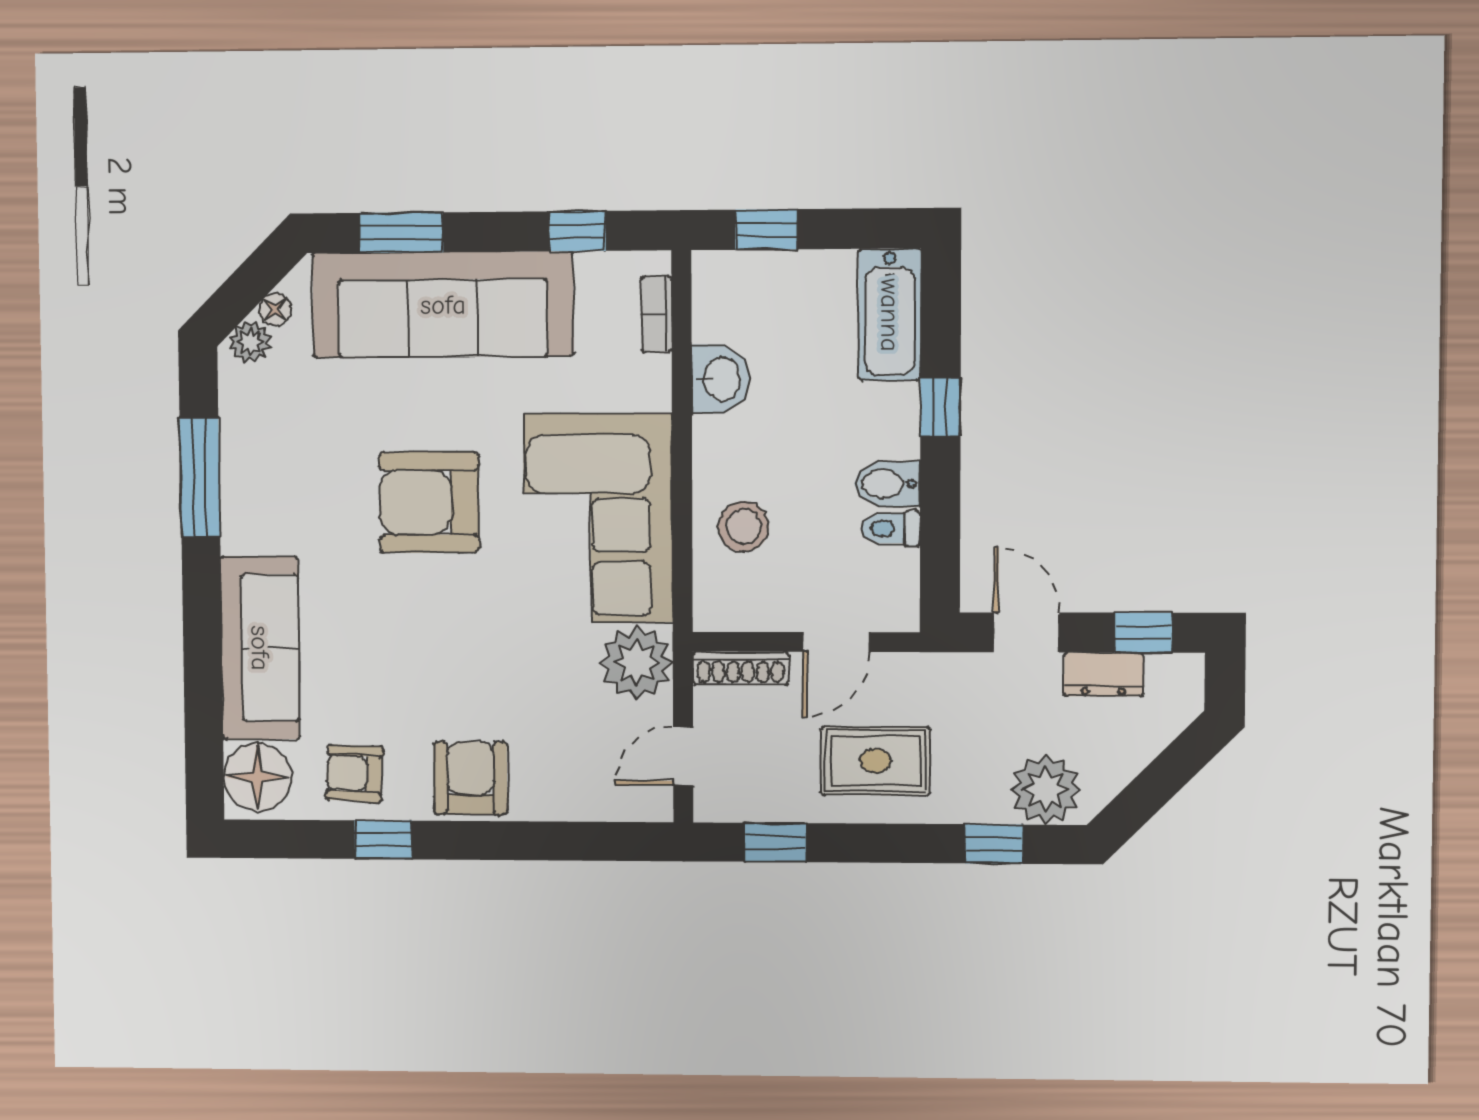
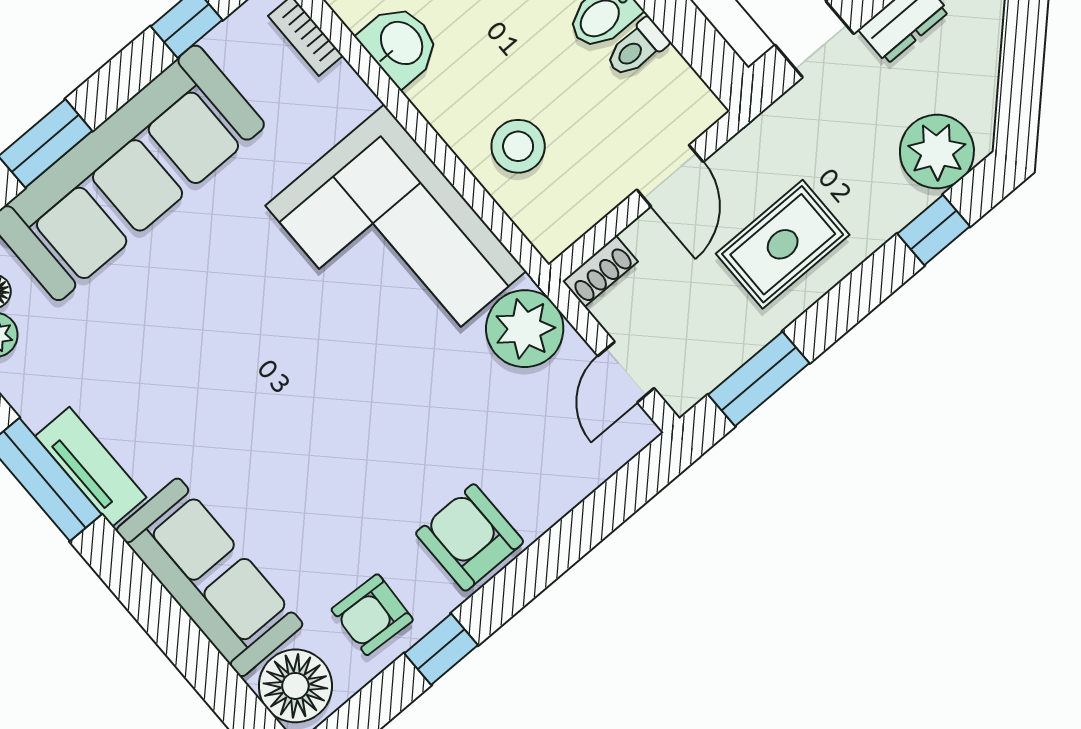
tv unit: (241, 496) -> (91, 467), added
armchair: (429, 502) -> (249, 342), removed
shoe rack: (740, 668) -> (600, 271), width x0.70
window: (775, 842) -> (759, 379), width x1.50

